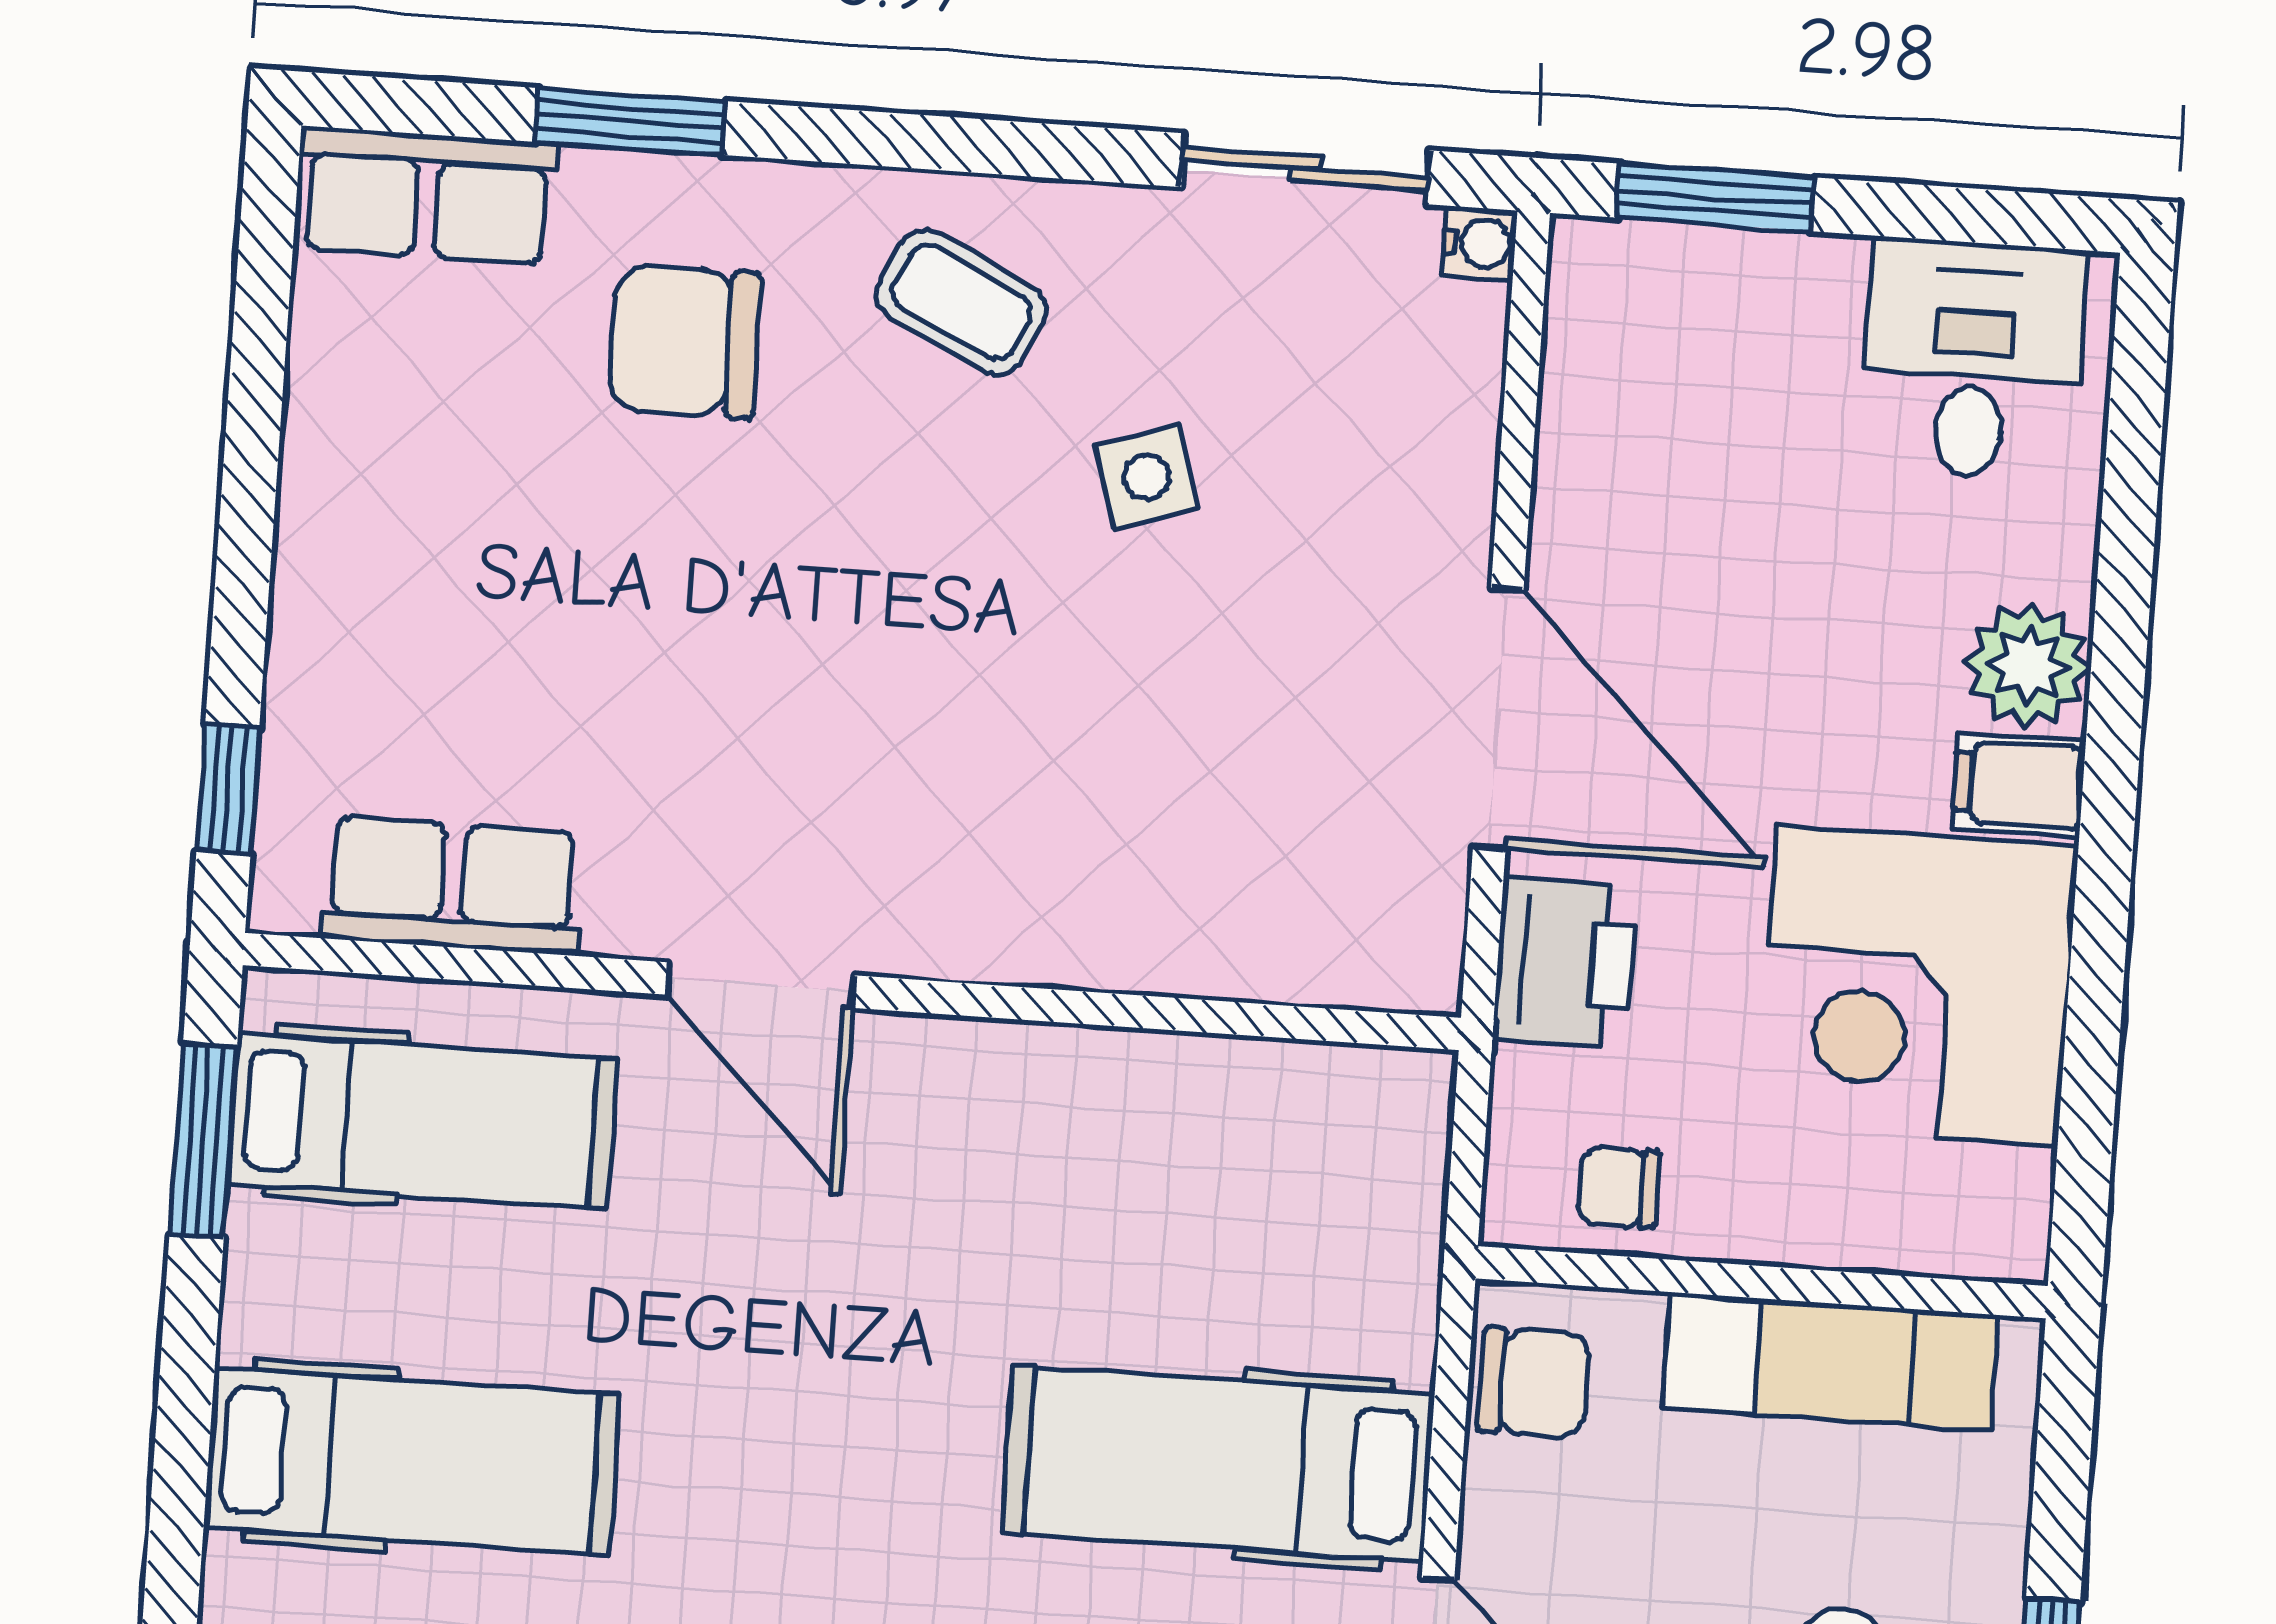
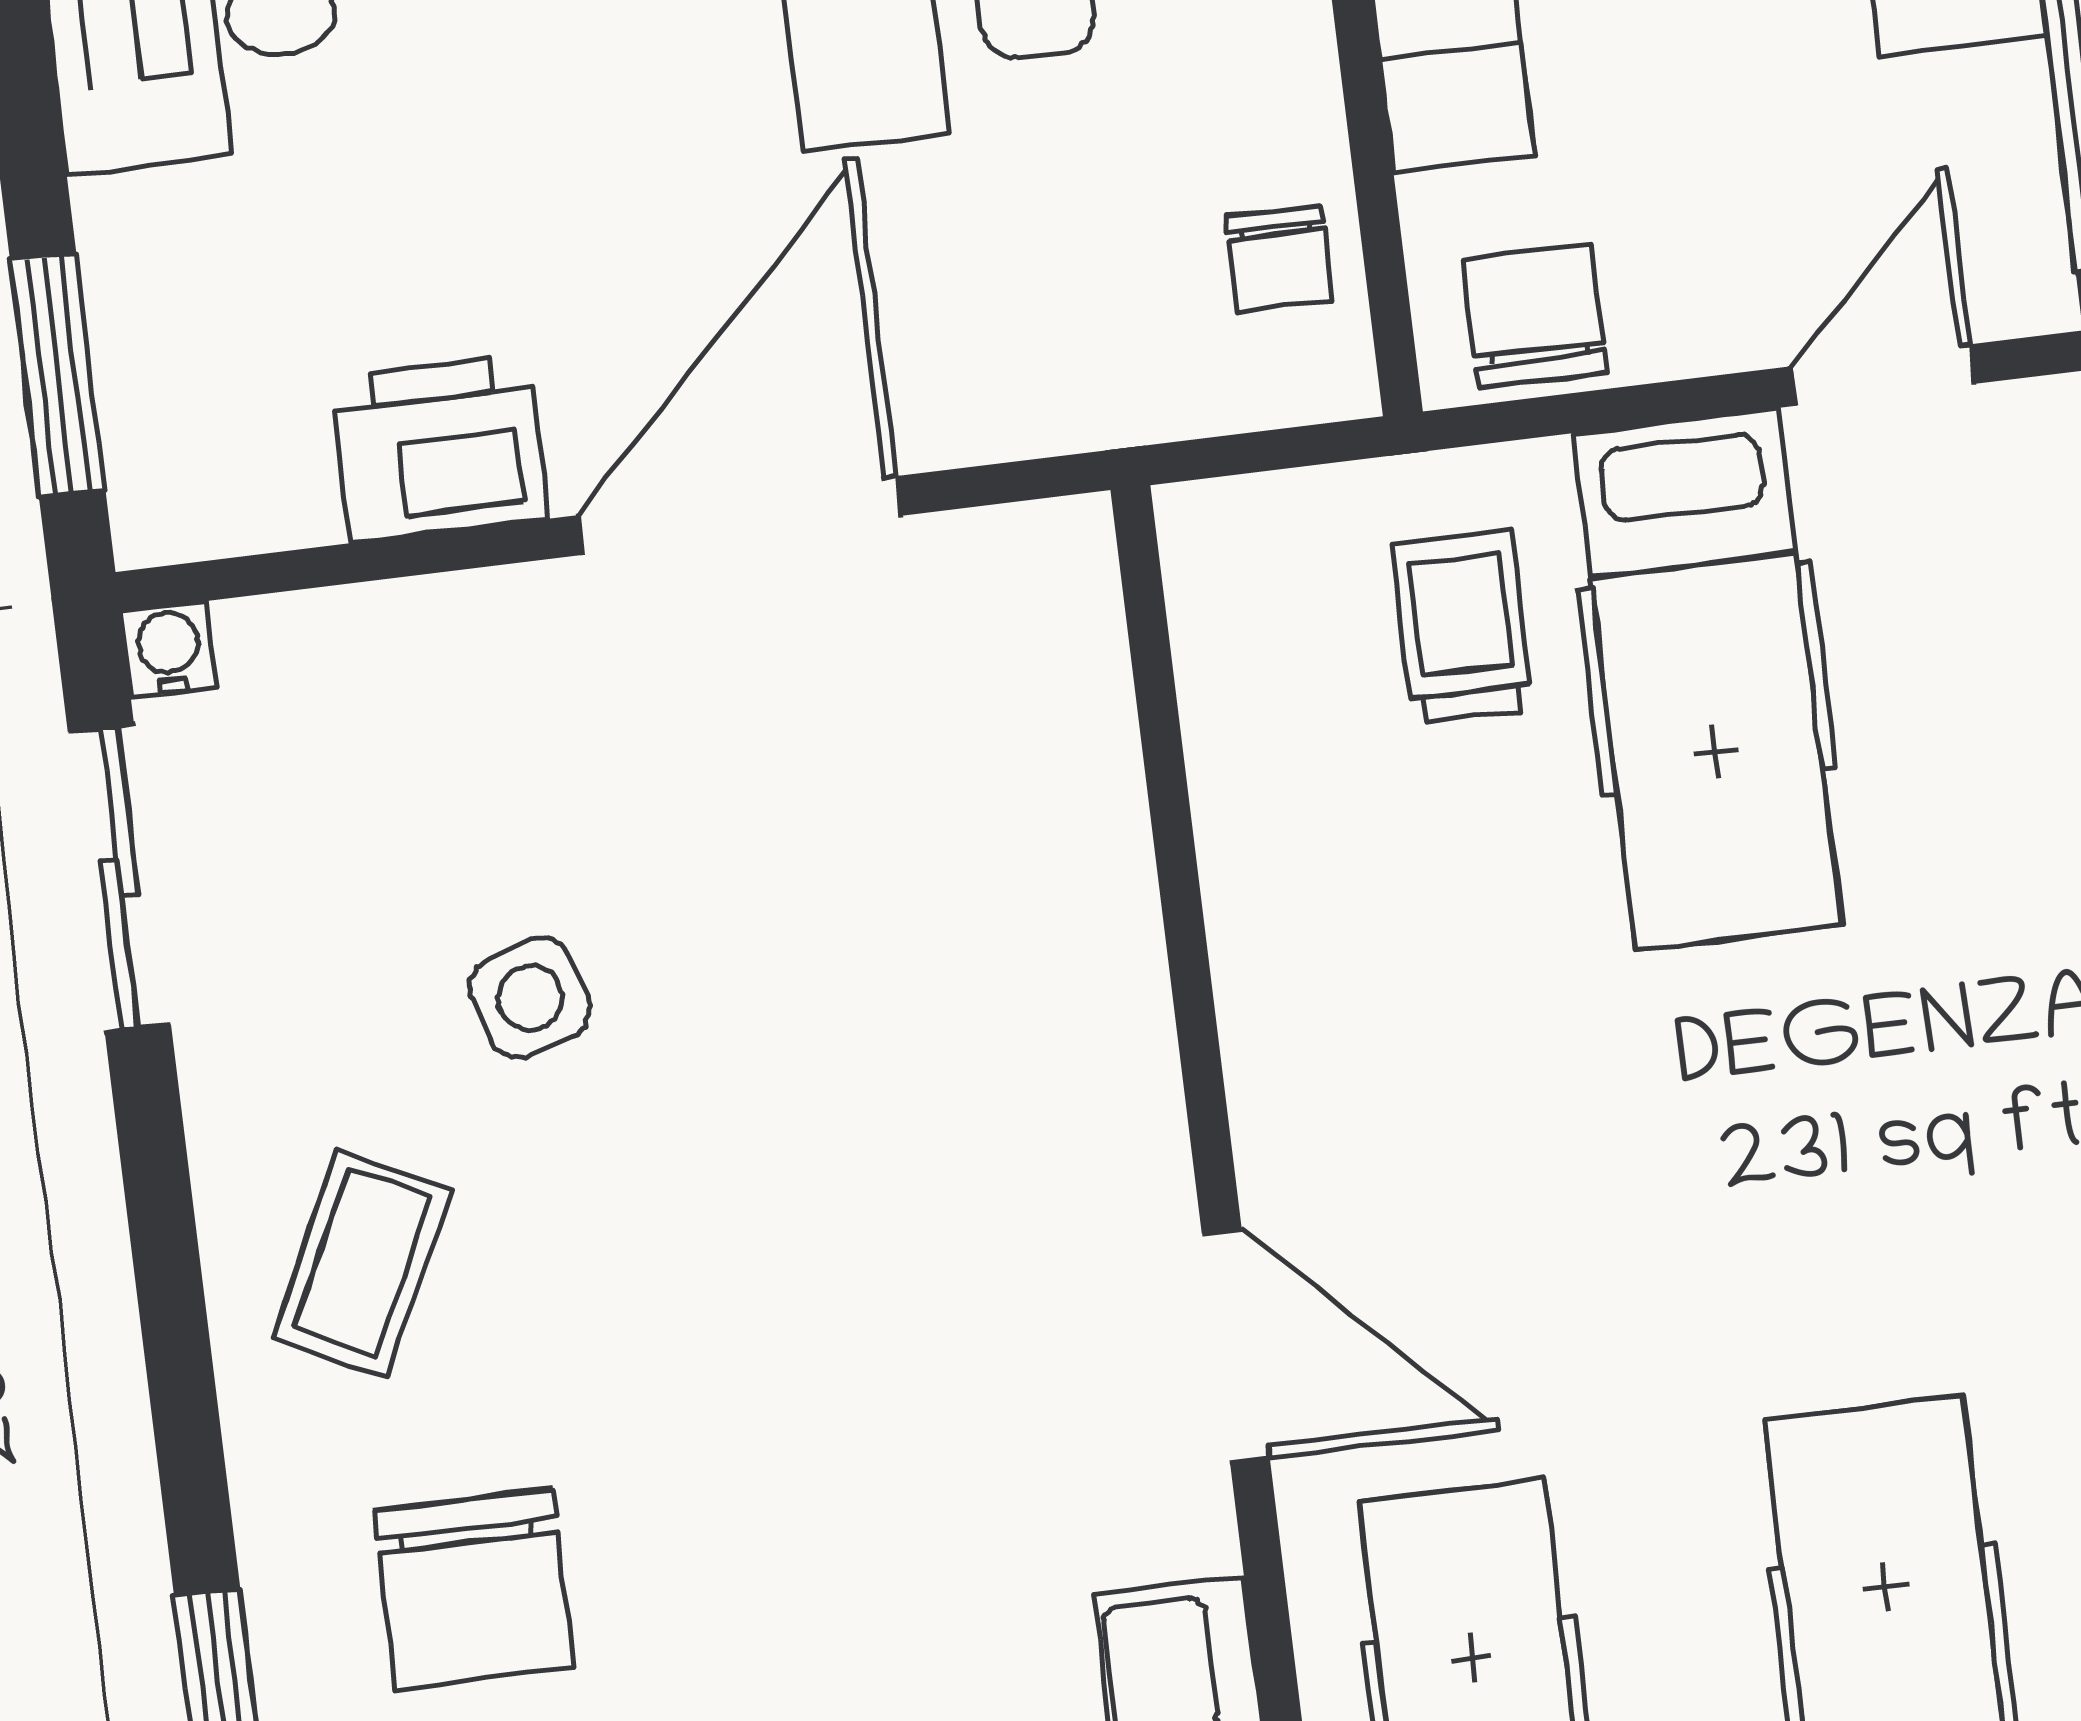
printer: (1565, 962) -> (440, 449), moved
door: (761, 985) -> (1236, 1346), hinge flipped
trolley: (1298, 1277) -> (1463, 627), added

